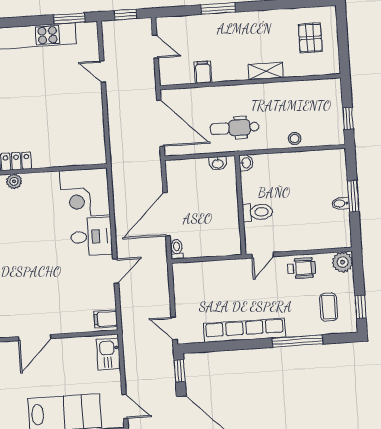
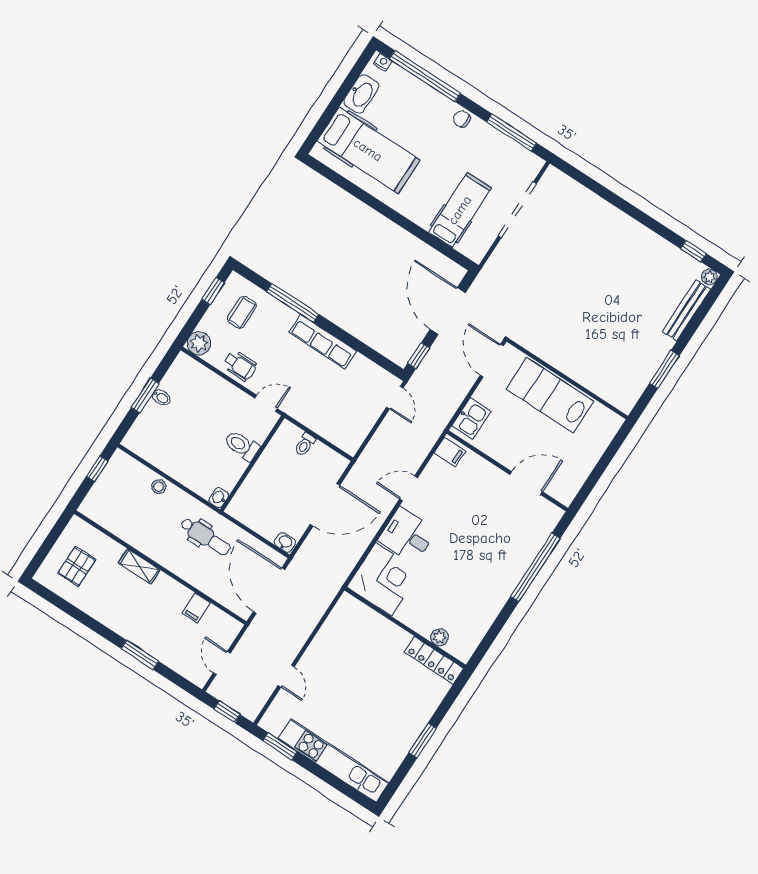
washbasin: (218, 163) -> (285, 542), moved
toilet: (177, 249) -> (305, 444), moved
wheelchair: (302, 268) -> (240, 366), turned 180
row of seats: (244, 330) -> (323, 342), width x0.73
door: (125, 406) -> (492, 361), width x1.38

